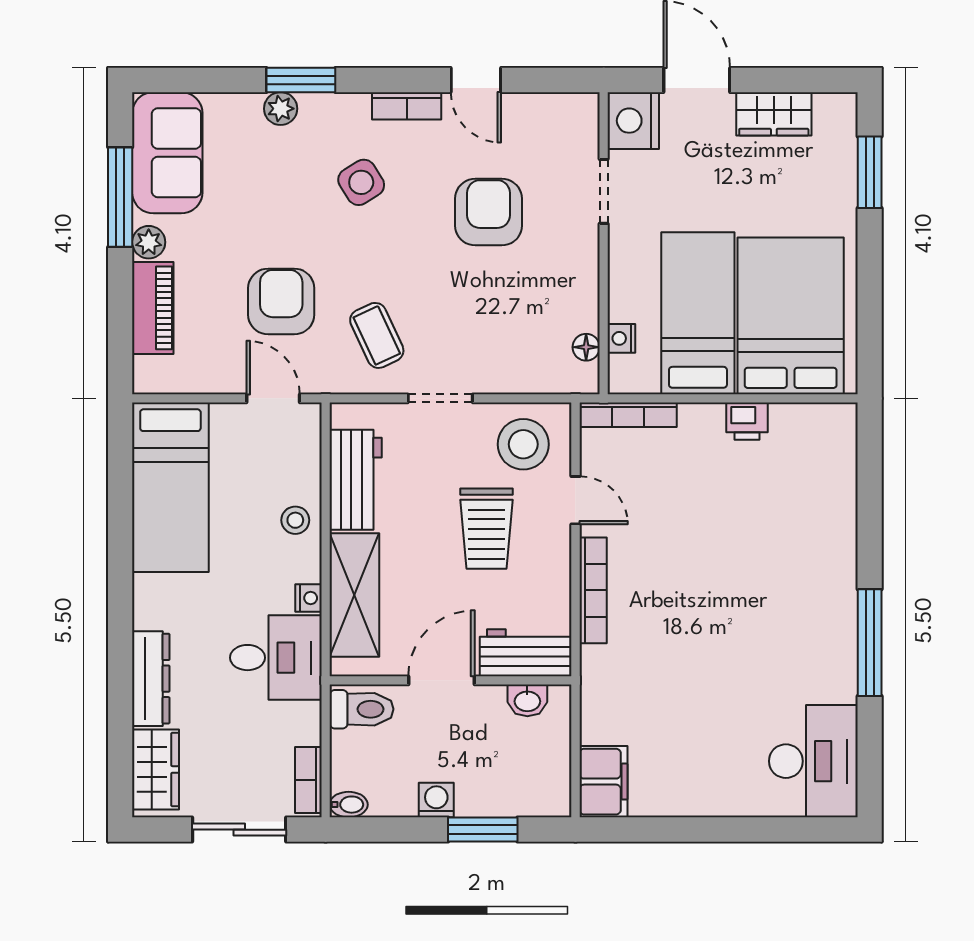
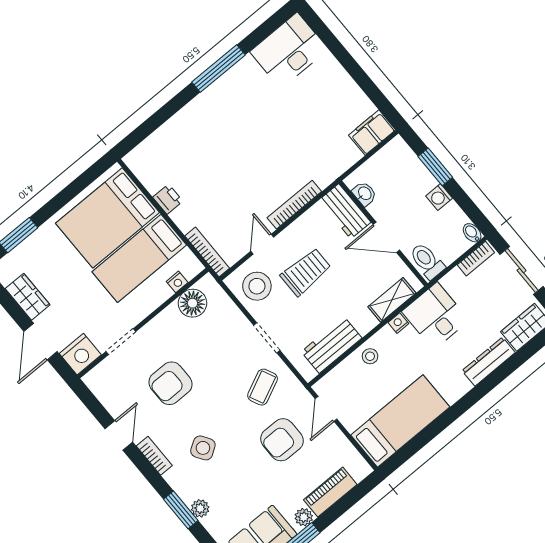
floor lamp: (586, 347) -> (192, 303), width x1.89, depth x1.89
shelving: (354, 595) -> (392, 300), width x0.67, depth x0.75

